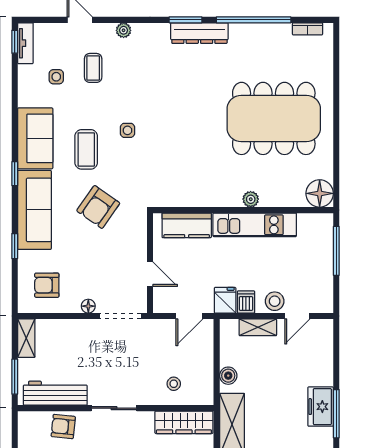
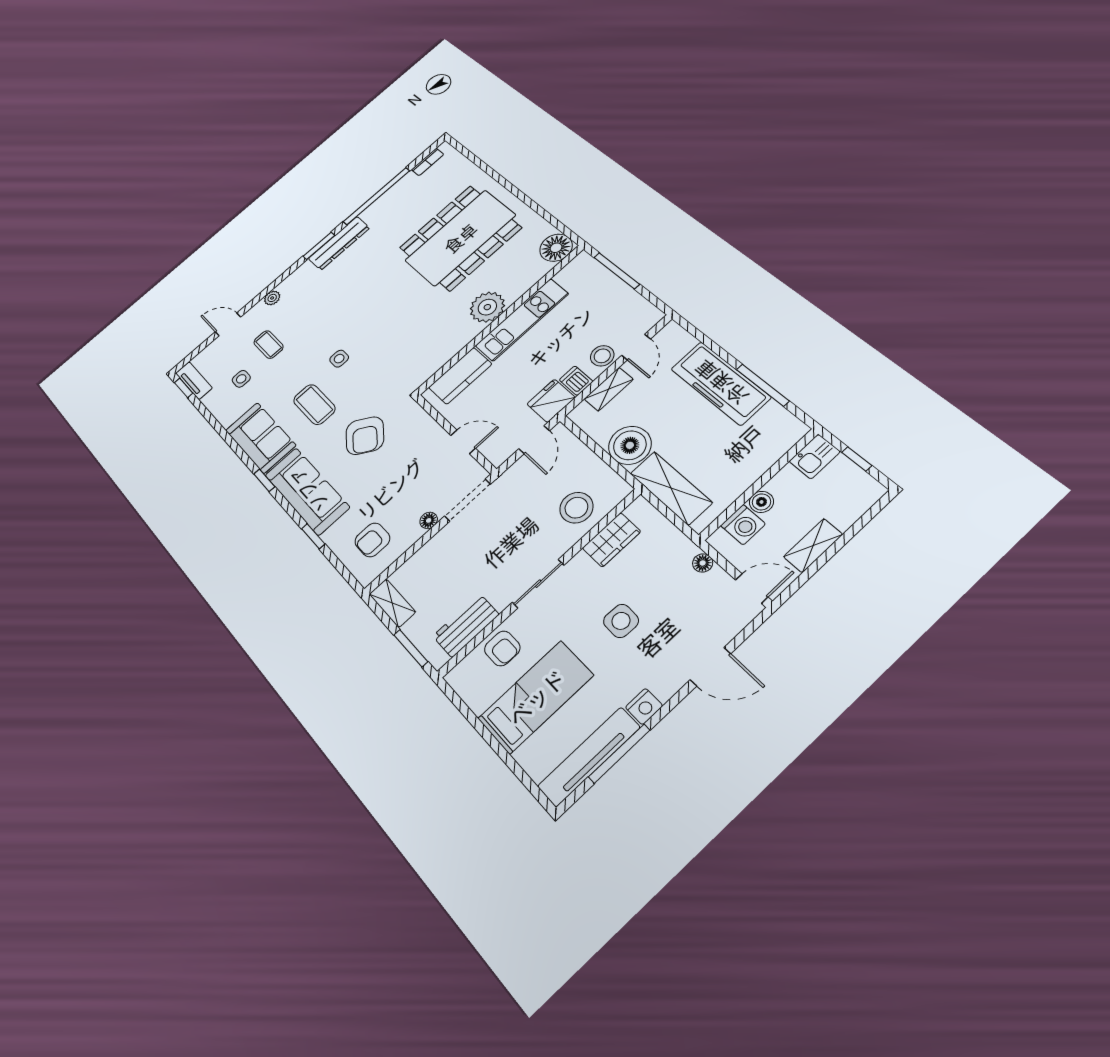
plant: (251, 199) -> (487, 307), width x1.87, depth x1.87
fridge: (225, 300) -> (551, 401), width x1.38
boiler: (228, 376) -> (630, 445), width x1.86, depth x1.86
stool: (174, 384) -> (576, 508), width x1.89, depth x1.89
workbench: (55, 393) -> (466, 625), width x0.73
freezer: (321, 407) -> (721, 383), width x1.91, depth x1.26
wardrobe: (184, 422) -> (612, 540), width x0.67
armchair: (63, 426) -> (502, 648), turned -96

